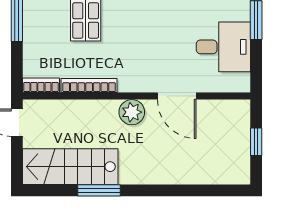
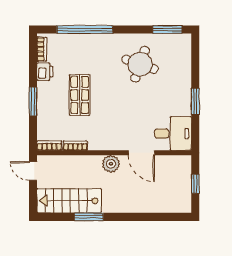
desk: (223, 47) -> (173, 133), moved
bookcase: (89, 85) -> (75, 146), width x0.64

